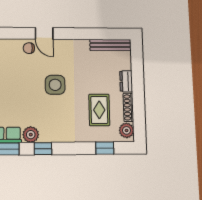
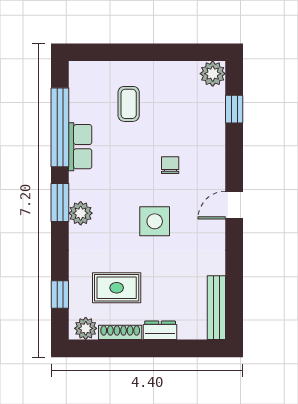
chair: (29, 48) -> (170, 165), moved
plant: (31, 135) -> (81, 213), moved
window: (43, 149) -> (60, 202), width x1.50

